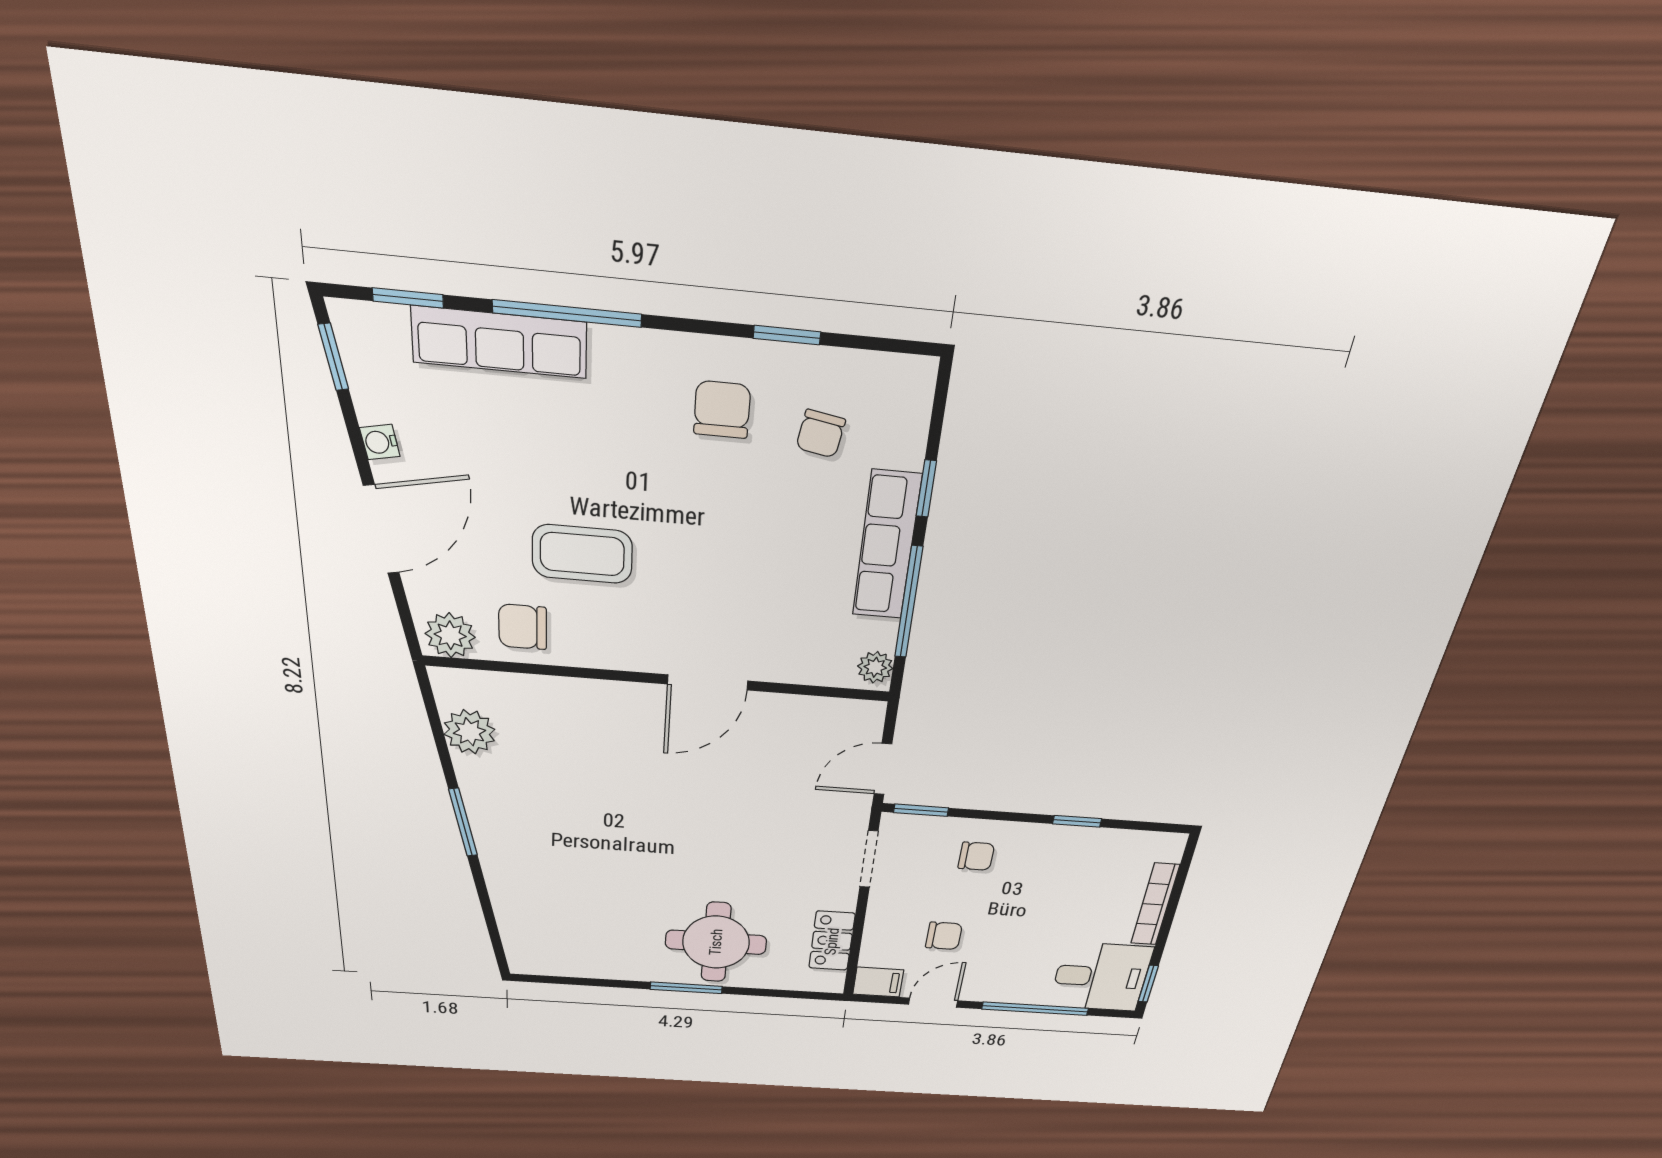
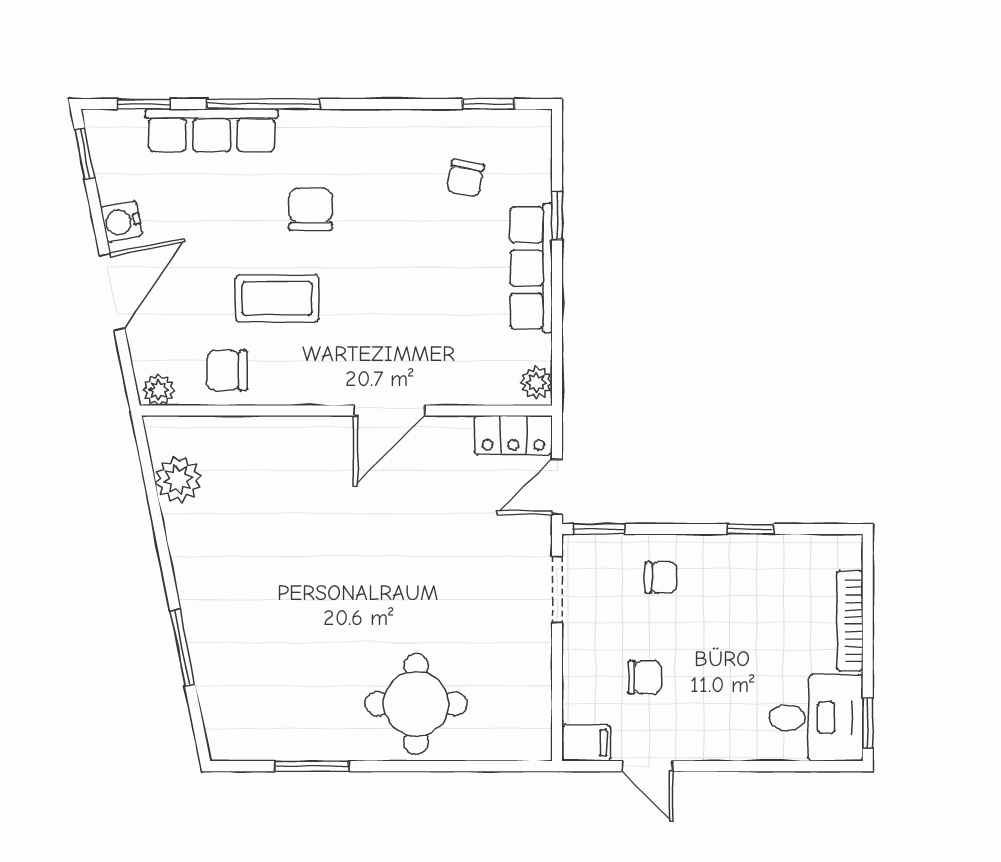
window: (787, 335) -> (488, 104), moved
chair: (722, 410) -> (311, 209), moved
water cooler: (380, 442) -> (122, 222), width x1.38, depth x1.38
window: (909, 602) -> (557, 318), removed
plant: (450, 635) -> (159, 390), width x0.73, depth x0.73
window: (463, 822) -> (183, 647), moved
locker: (832, 941) -> (513, 435), moved, turned -90
window: (686, 988) -> (312, 766), moved
door: (933, 1003) -> (647, 766), swing flipped
window: (1035, 1009) -> (756, 766), removed

